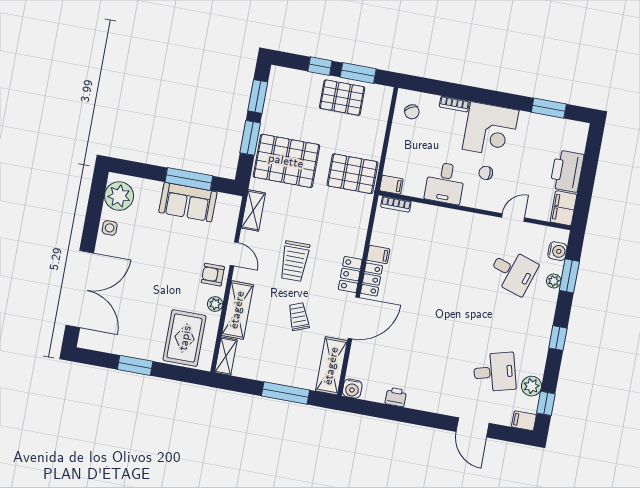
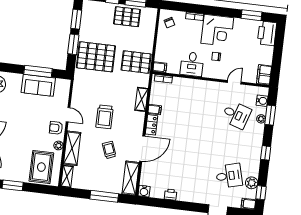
printer: (567, 171) -> (267, 33), moved
shelving: (253, 210) -> (141, 99), moved
locker: (350, 275) -> (139, 123), removed

